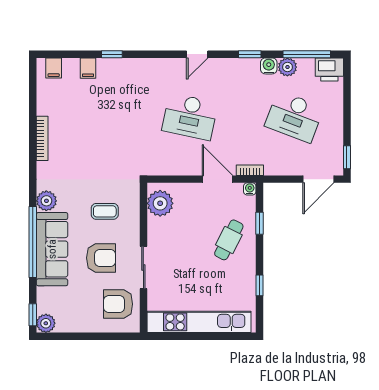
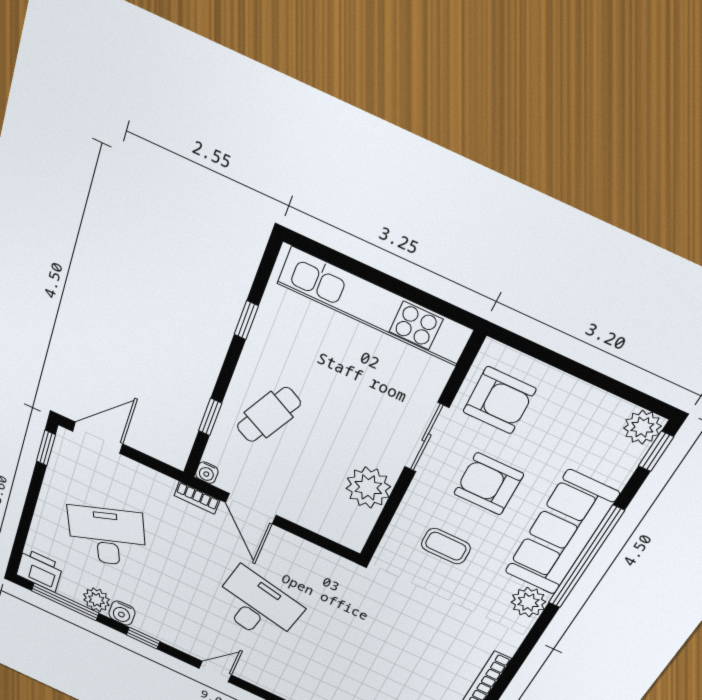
desk: (294, 117) -> (107, 536), turned -42
plant: (160, 203) -> (368, 487), moved

